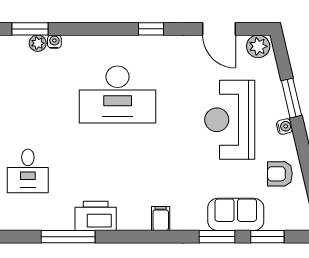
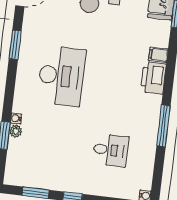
window: (151, 29) -> (15, 45), width x1.50
printer: (96, 216) -> (154, 78), moved

